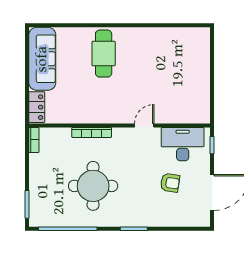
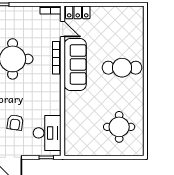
round table: (175, 57) -> (119, 127), added
sofa: (42, 59) -> (75, 64), moved, turned -90
door: (144, 126) -> (63, 29), moved

